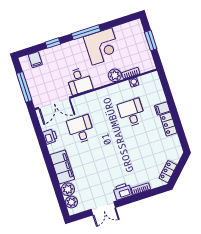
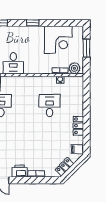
window: (86, 32) -> (33, 23), width x0.46
corner desk: (102, 46) -> (58, 40), moved
plant: (115, 75) -> (74, 68), moved
filing cabinet: (162, 108) -> (77, 149), moved

